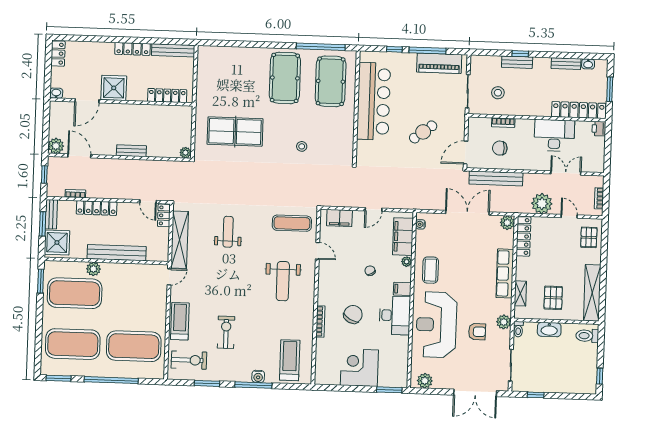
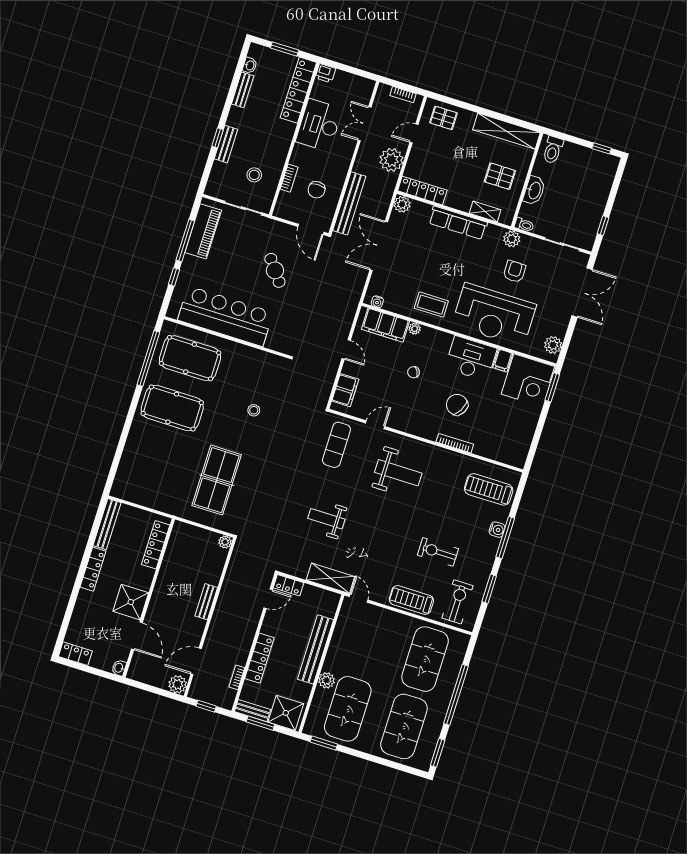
shelving: (180, 240) -> (330, 578), width x0.68
filing cabinet: (402, 289) -> (503, 360), moved
corner desk: (359, 368) -> (528, 380), moved, turned -90

